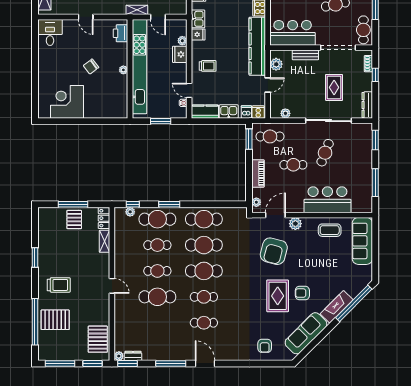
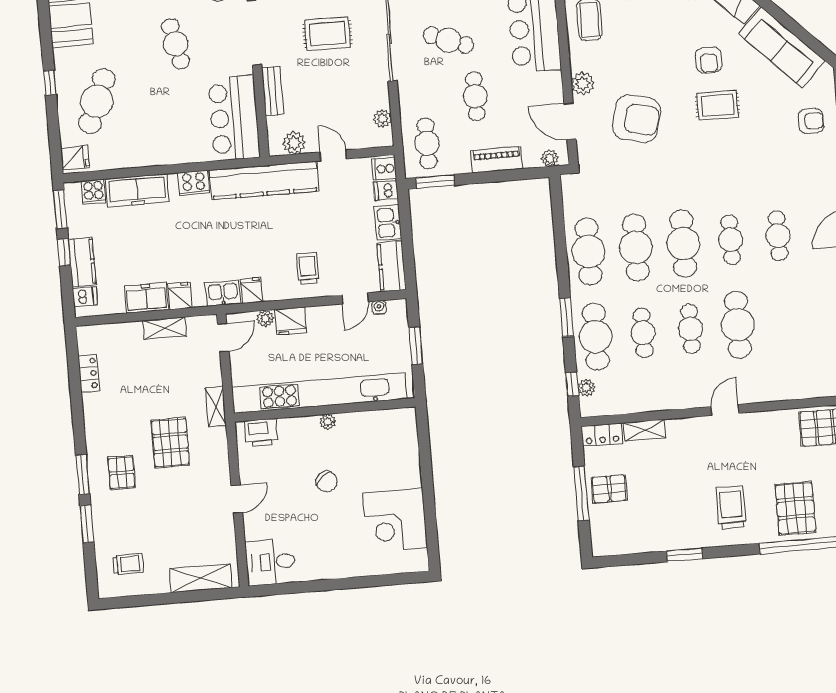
door: (158, 17) -> (223, 338), moved
rug: (278, 296) -> (718, 105), width x0.73, depth x0.70

